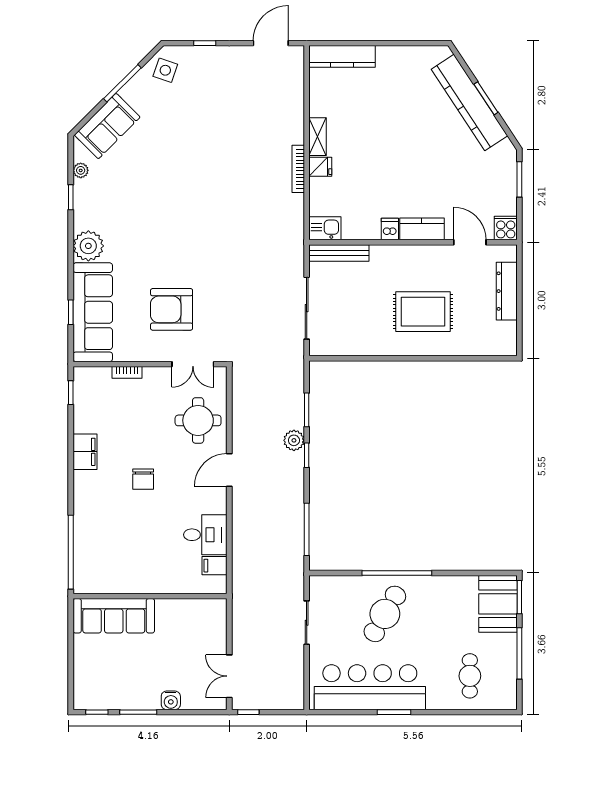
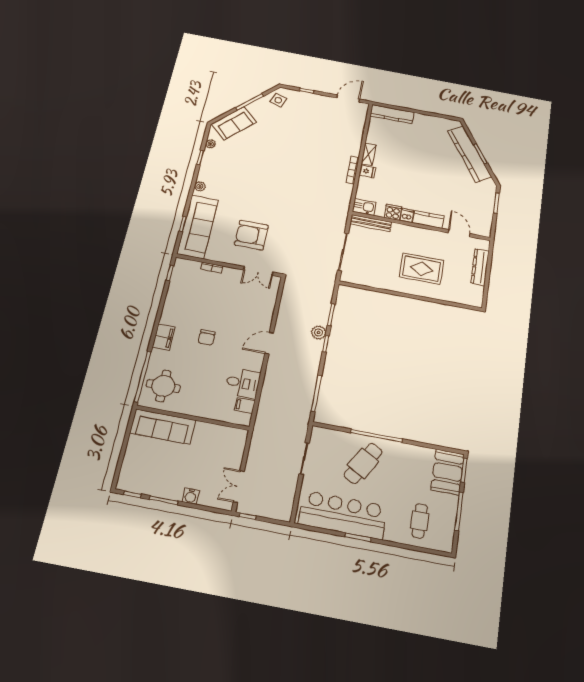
cooker: (506, 228) -> (393, 212), moved
plant: (88, 246) -> (200, 186), width x0.53, depth x0.53
round table: (198, 420) -> (163, 386), moved
filing cabinet: (85, 452) -> (164, 337), moved

